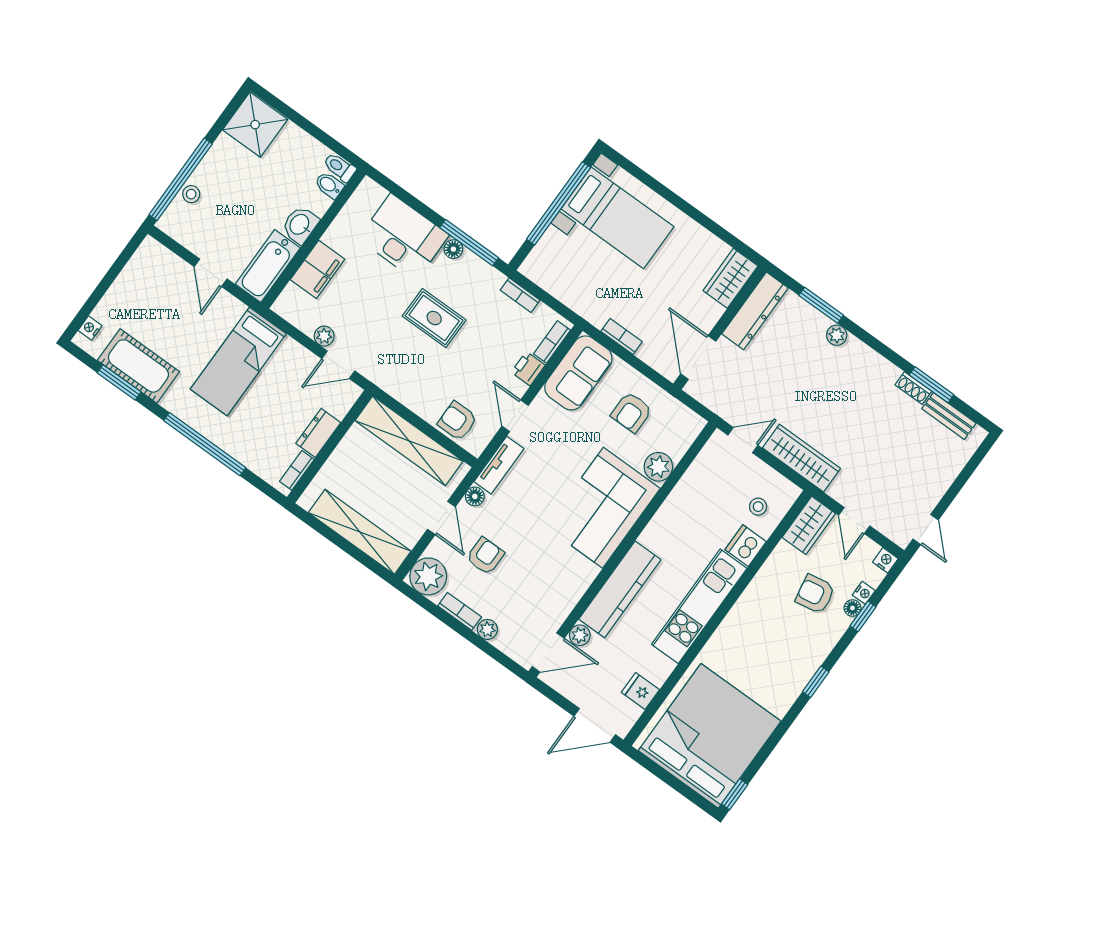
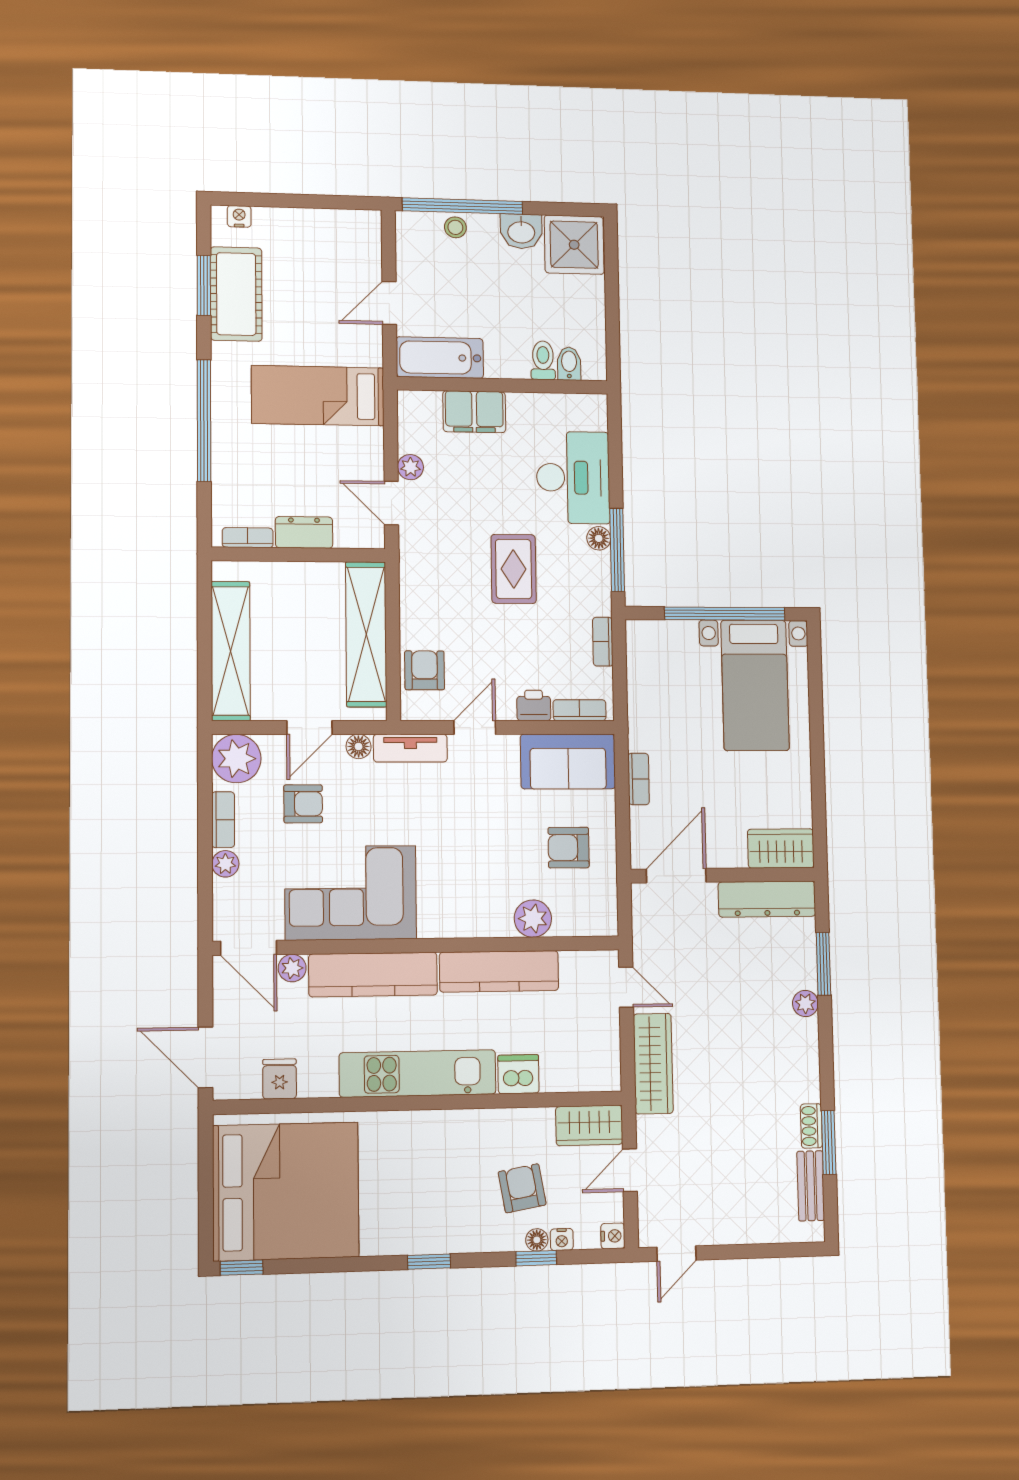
toilet: (340, 167) -> (543, 360), moved
washbasin: (300, 225) -> (521, 231), moved, turned 180
stool: (758, 507) -> (569, 1056), removed
corner sofa: (603, 508) -> (351, 893), moved
kitchen counter: (675, 511) -> (499, 971), added

